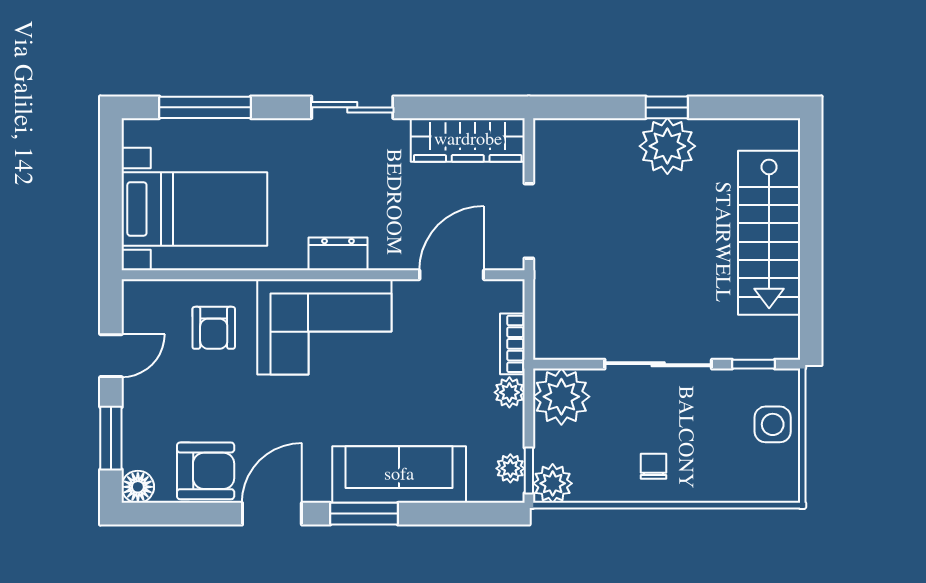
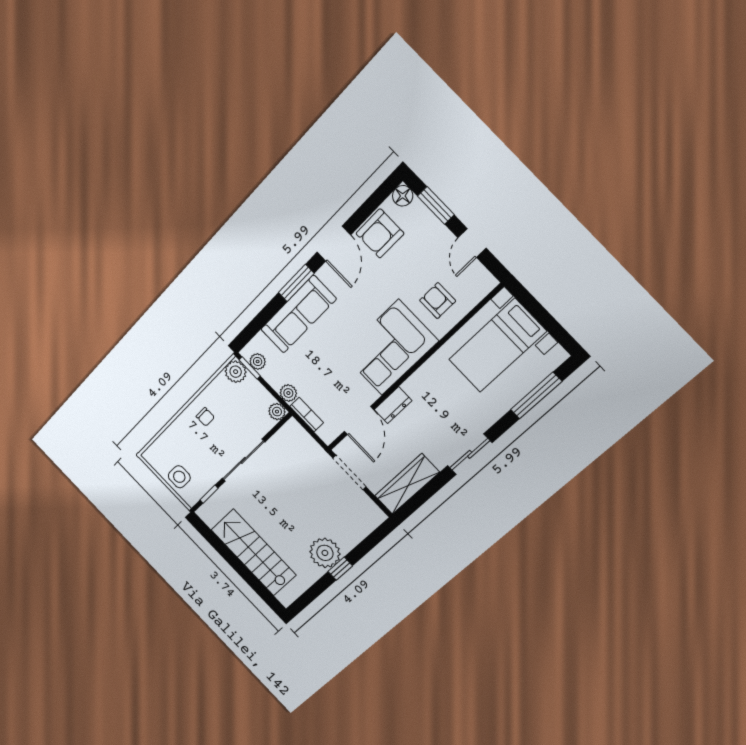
dresser: (338, 254) -> (393, 405), moved
plant: (561, 397) -> (277, 412), width x0.53, depth x0.53

